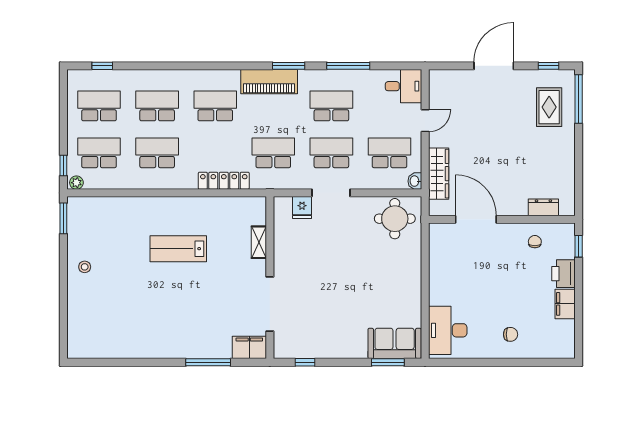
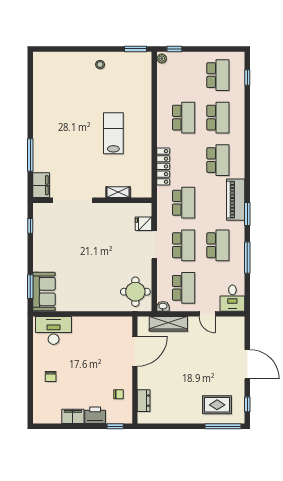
school desk: (99, 153) -> (184, 75), removed

